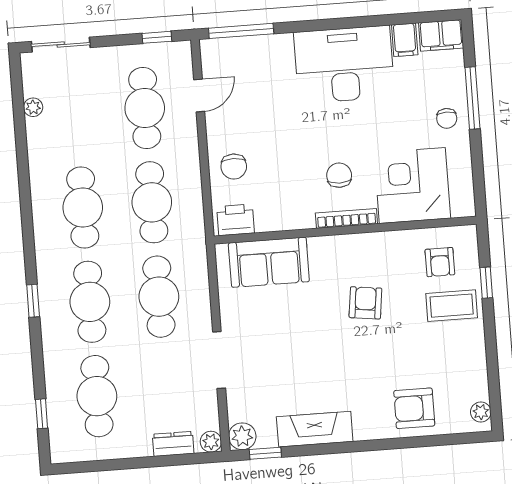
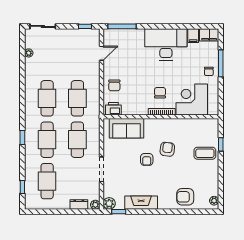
cafe table: (145, 108) -> (77, 57), removed
armchair: (440, 262) -> (147, 159), moved

